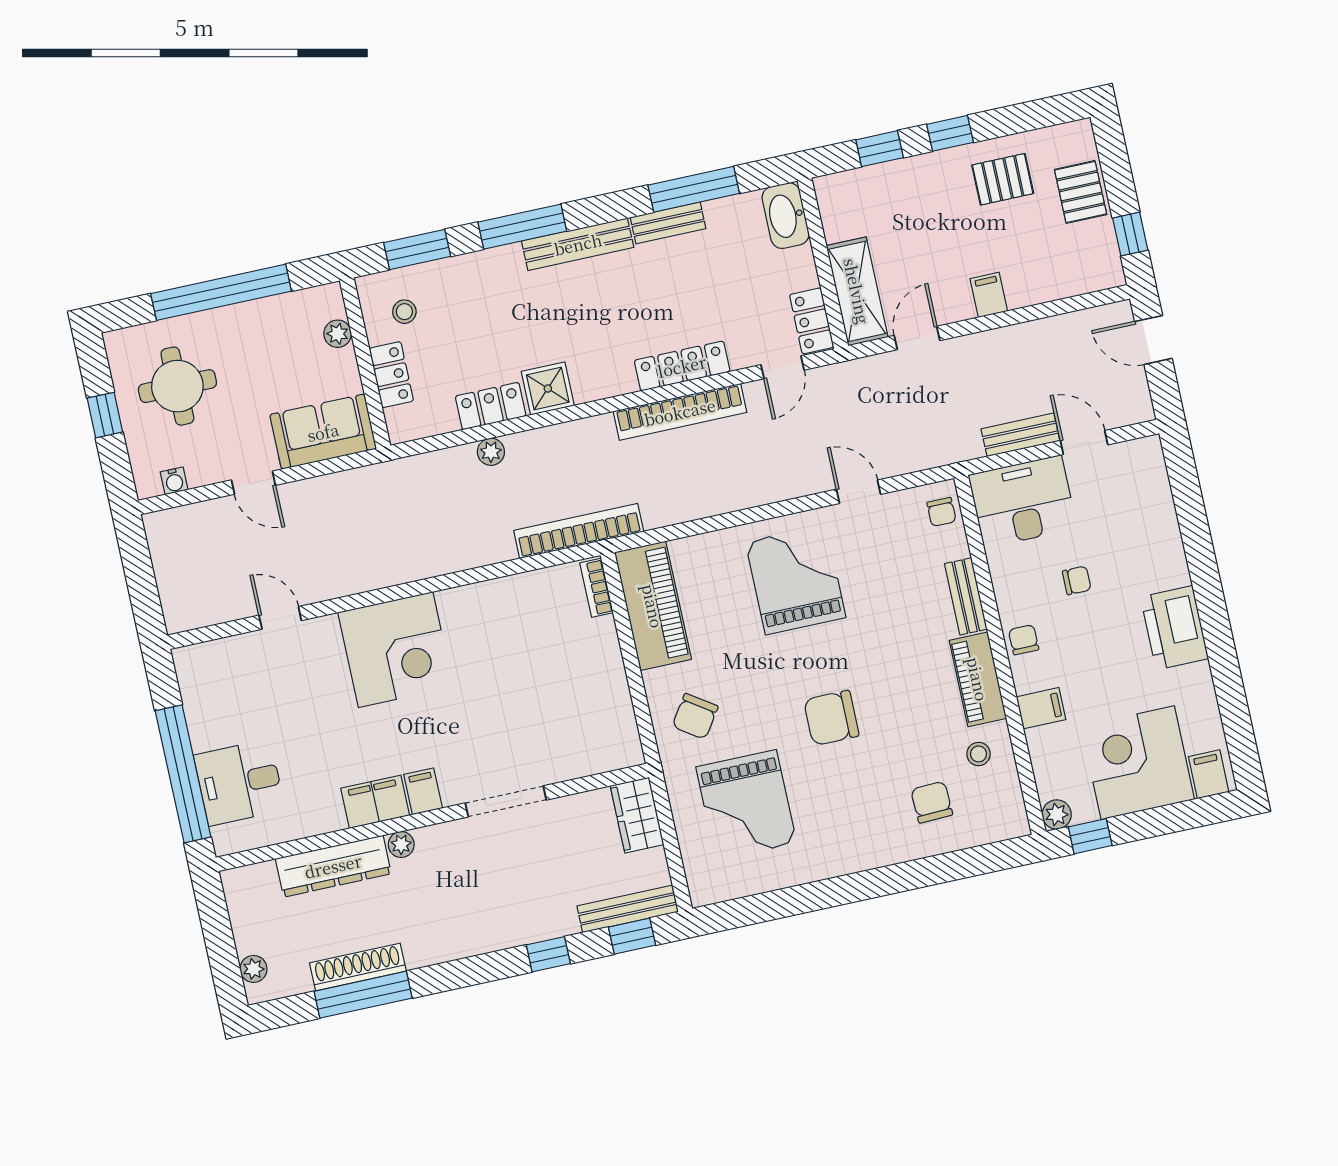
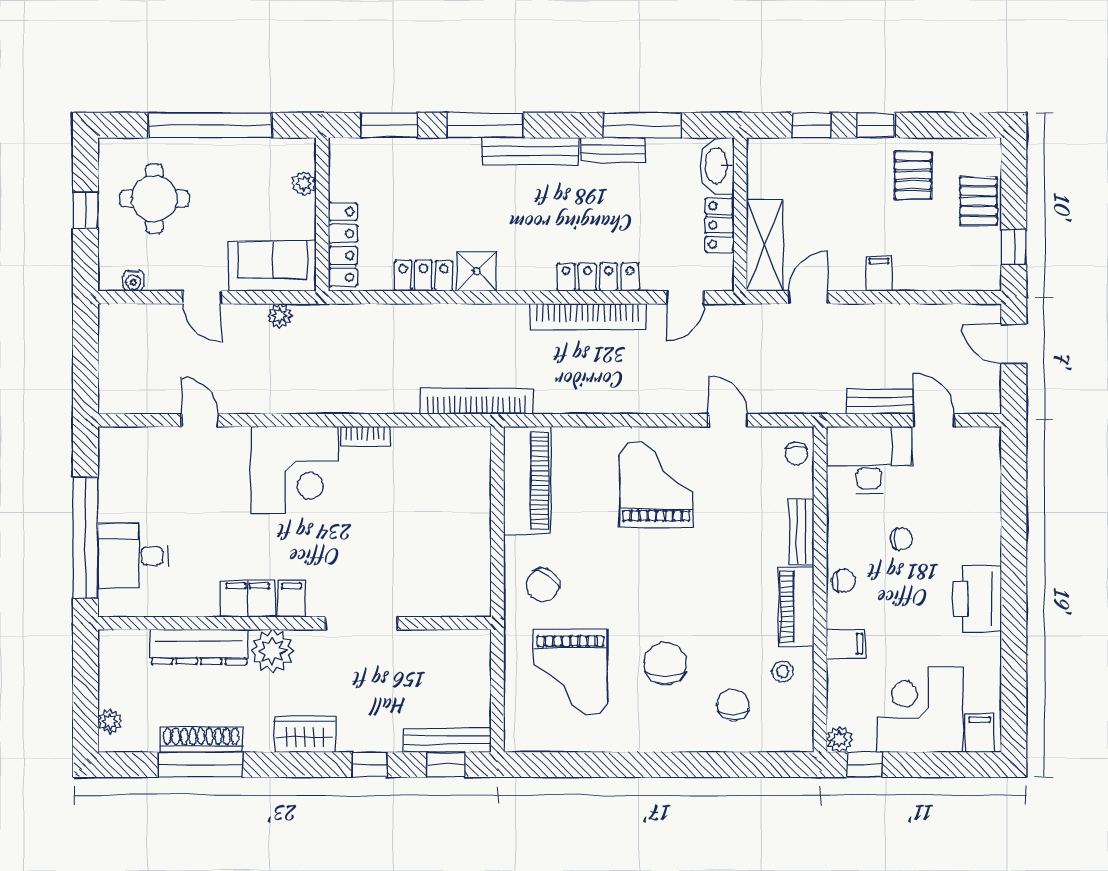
pallet: (1003, 179) -> (913, 175), turned 90
stool: (404, 312) -> (366, 177), removed
locker: (812, 321) -> (720, 225), moved
locker: (391, 375) -> (343, 245), width x1.53
plant: (491, 452) -> (280, 316), moved
bookcase: (597, 588) -> (365, 436), moved, turned -90
chair: (1024, 640) -> (844, 581), turned 90
chair: (831, 718) -> (665, 663), moved, turned 90
wardrobe: (637, 815) -> (305, 734), moved, turned 90
plant: (401, 845) -> (272, 651), width x1.87, depth x1.87

